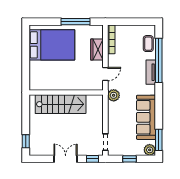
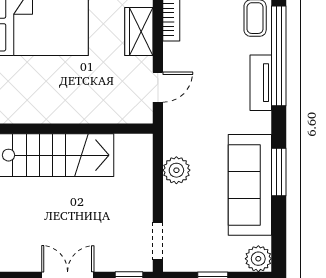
plant: (114, 95) -> (176, 170), moved
window: (159, 140) -> (279, 172), moved

